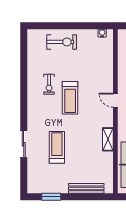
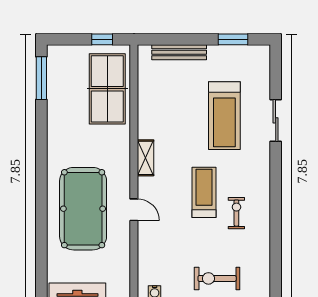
door: (115, 100) -> (134, 210), moved
shelving: (108, 139) -> (146, 158), moved
treadmill: (57, 147) -> (224, 116), width x1.37, depth x1.38

